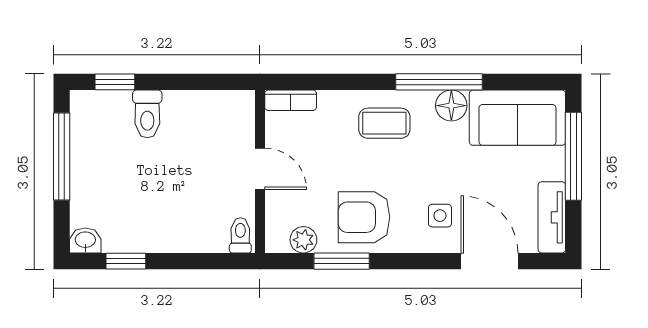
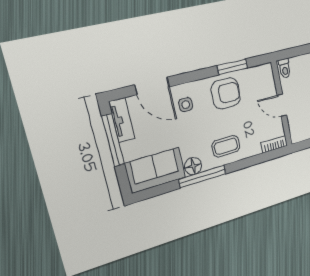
window: (573, 156) -> (113, 140), moved
plant: (303, 240) -> (254, 74), removed

